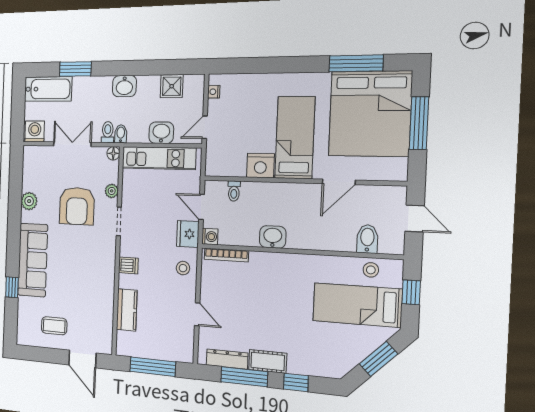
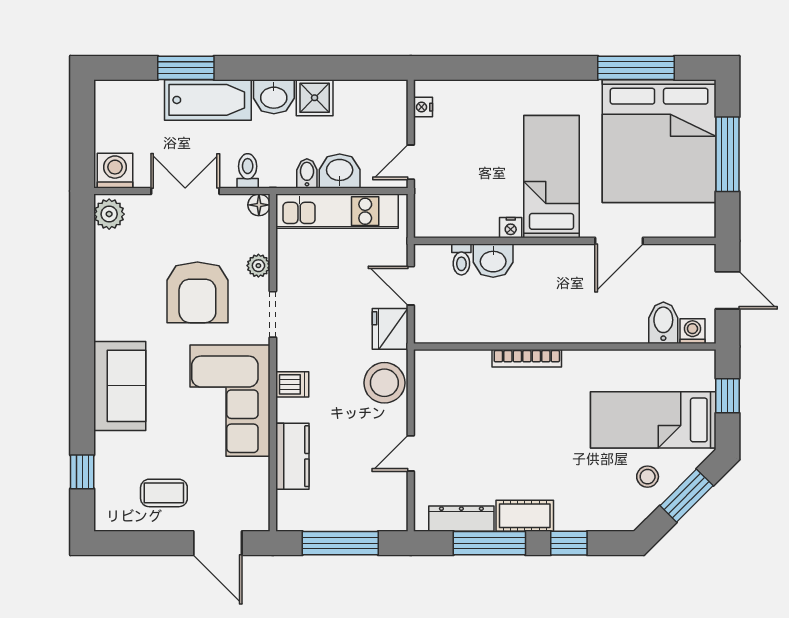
shower: (172, 86) -> (315, 98), moved
bathtub: (48, 89) -> (208, 100), moved
bidet: (121, 134) -> (307, 173), moved
nightstand: (260, 166) -> (511, 228), width x0.53, depth x0.56
plant: (29, 201) -> (109, 214), moved
washing machine: (210, 237) -> (692, 331), moved, turned -90
washbasin: (273, 237) -> (493, 261), moved, turned 180
bookcase: (226, 255) -> (527, 358), moved
sofa: (33, 260) -> (120, 386), width x0.73
stool: (183, 268) -> (384, 383), width x1.89, depth x1.89
stool: (371, 270) -> (648, 477), moved
corner sofa: (93, 273) -> (230, 401), added
window: (12, 287) -> (82, 472), moved
door: (197, 314) -> (411, 453), swing flipped

